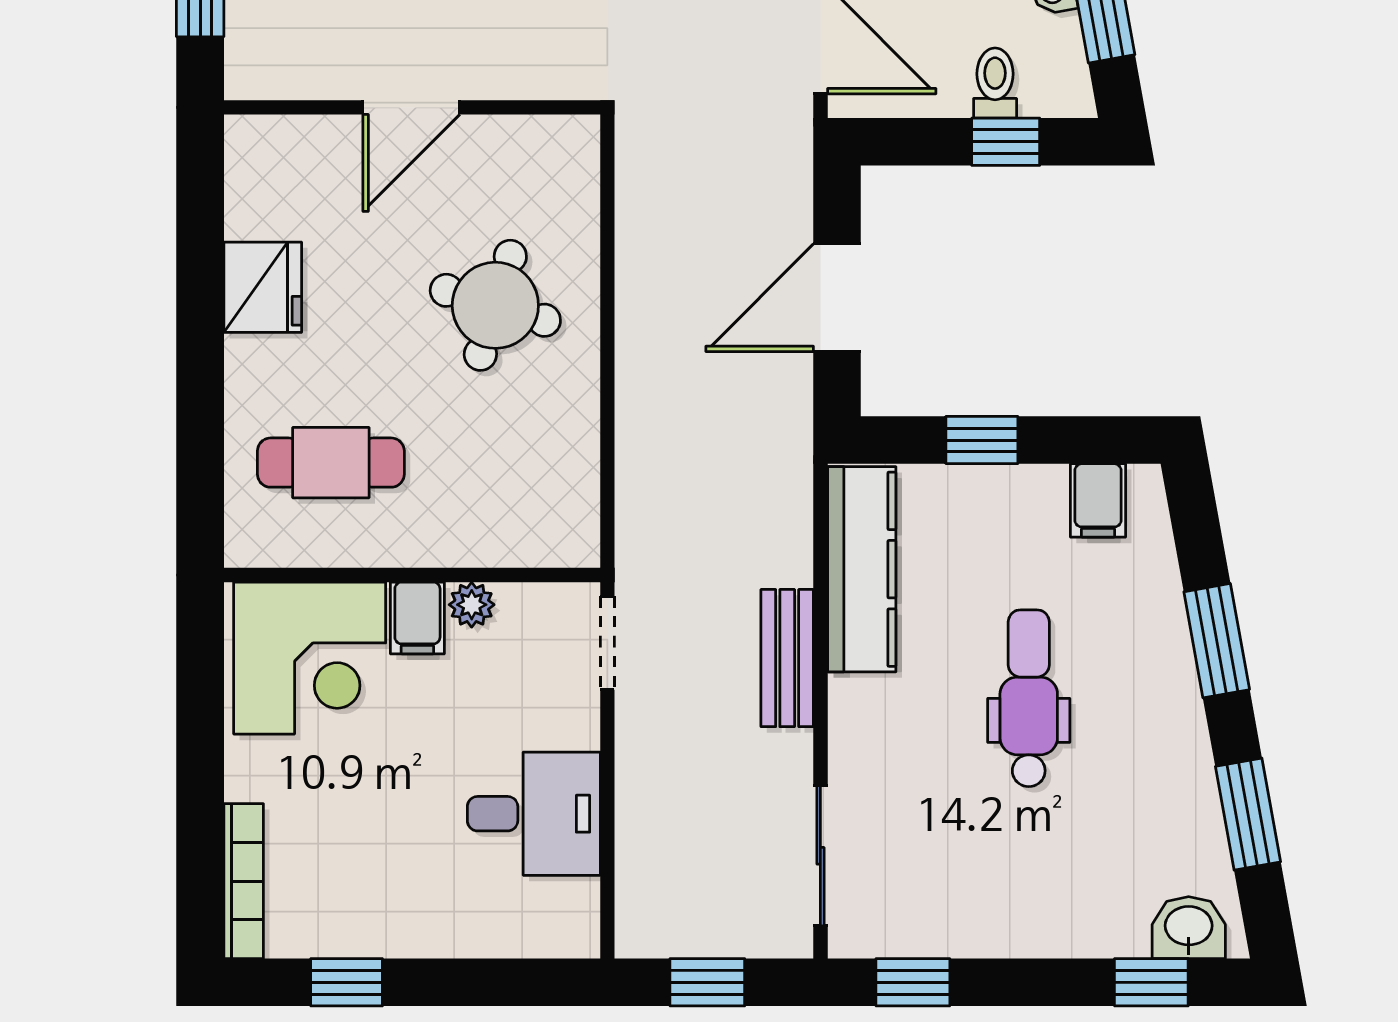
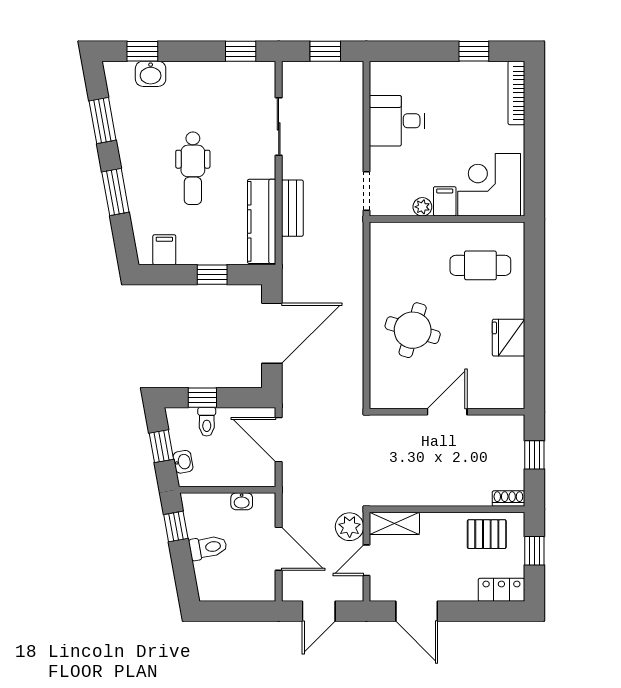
door: (837, 298) -> (272, 333), width x1.36
bench: (787, 658) -> (292, 208), moved
sliding door: (820, 856) -> (279, 126), moved
washbasin: (1189, 928) -> (151, 74), moved

